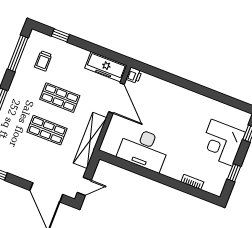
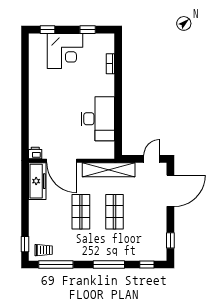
window: (60, 35) -> (25, 244), moved
trolley: (43, 61) -> (44, 250), moved
door: (116, 98) -> (62, 161), swing flipped
door: (84, 186) -> (152, 159), hinge flipped

